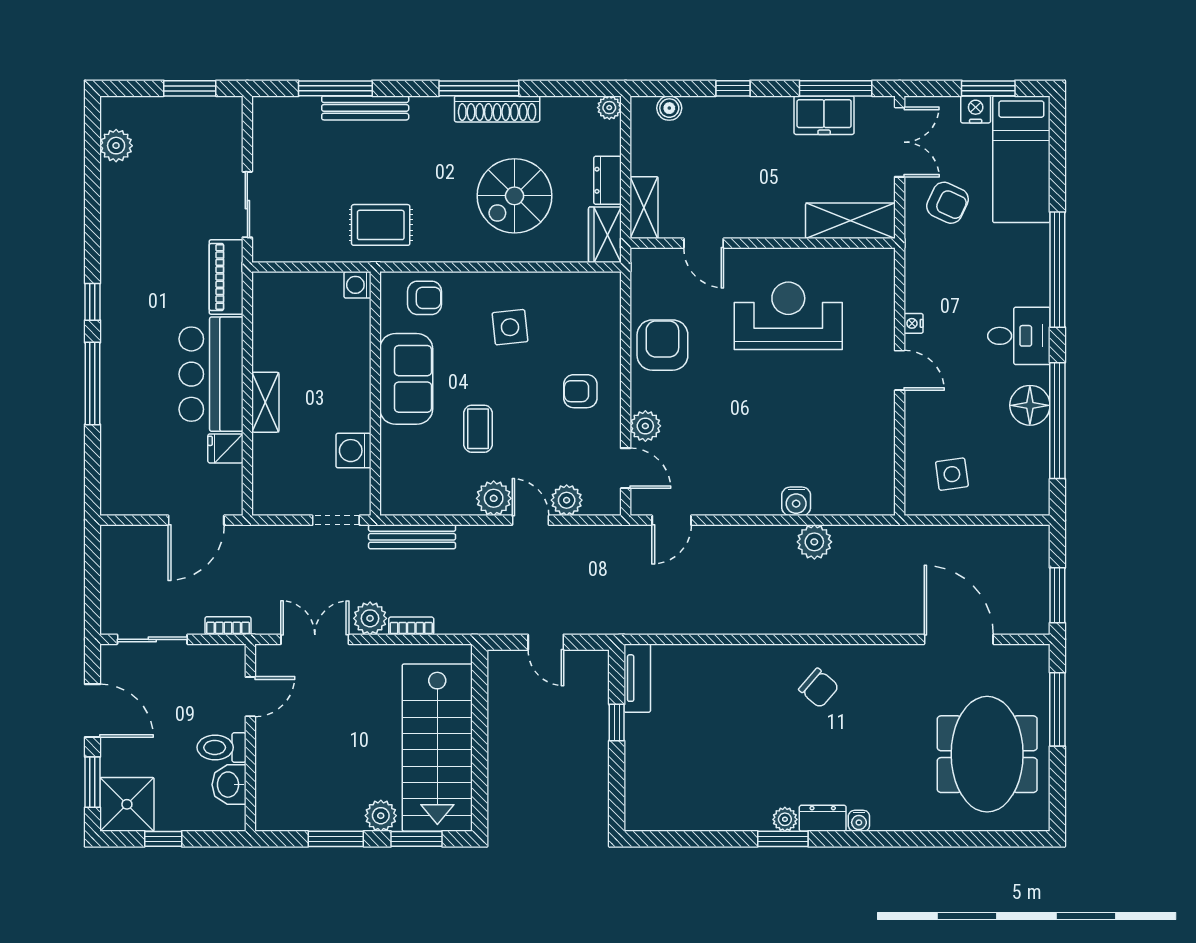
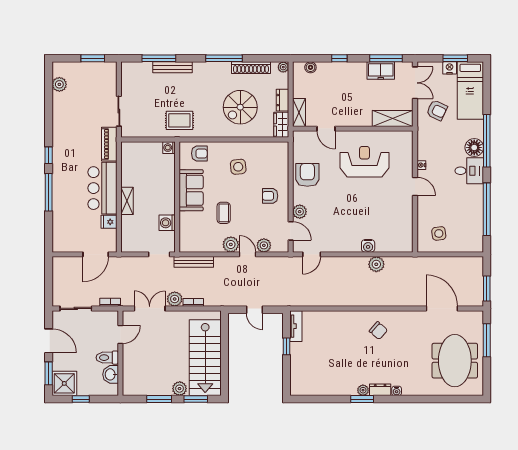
shoe rack: (497, 109) -> (251, 68), moved
floor lamp: (1030, 405) -> (474, 148), moved

